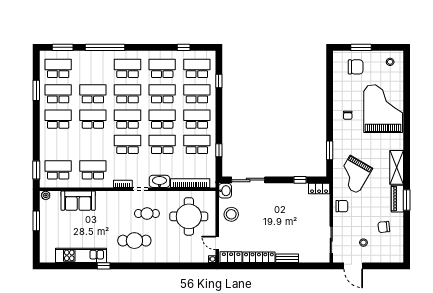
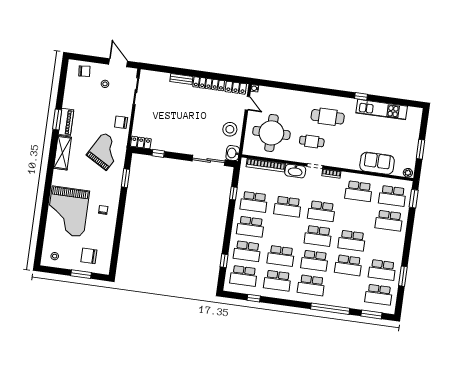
school desk: (58, 119) -> (389, 221), moved
school desk: (162, 119) -> (284, 231), removed
chair: (384, 227) -> (84, 71), moved

